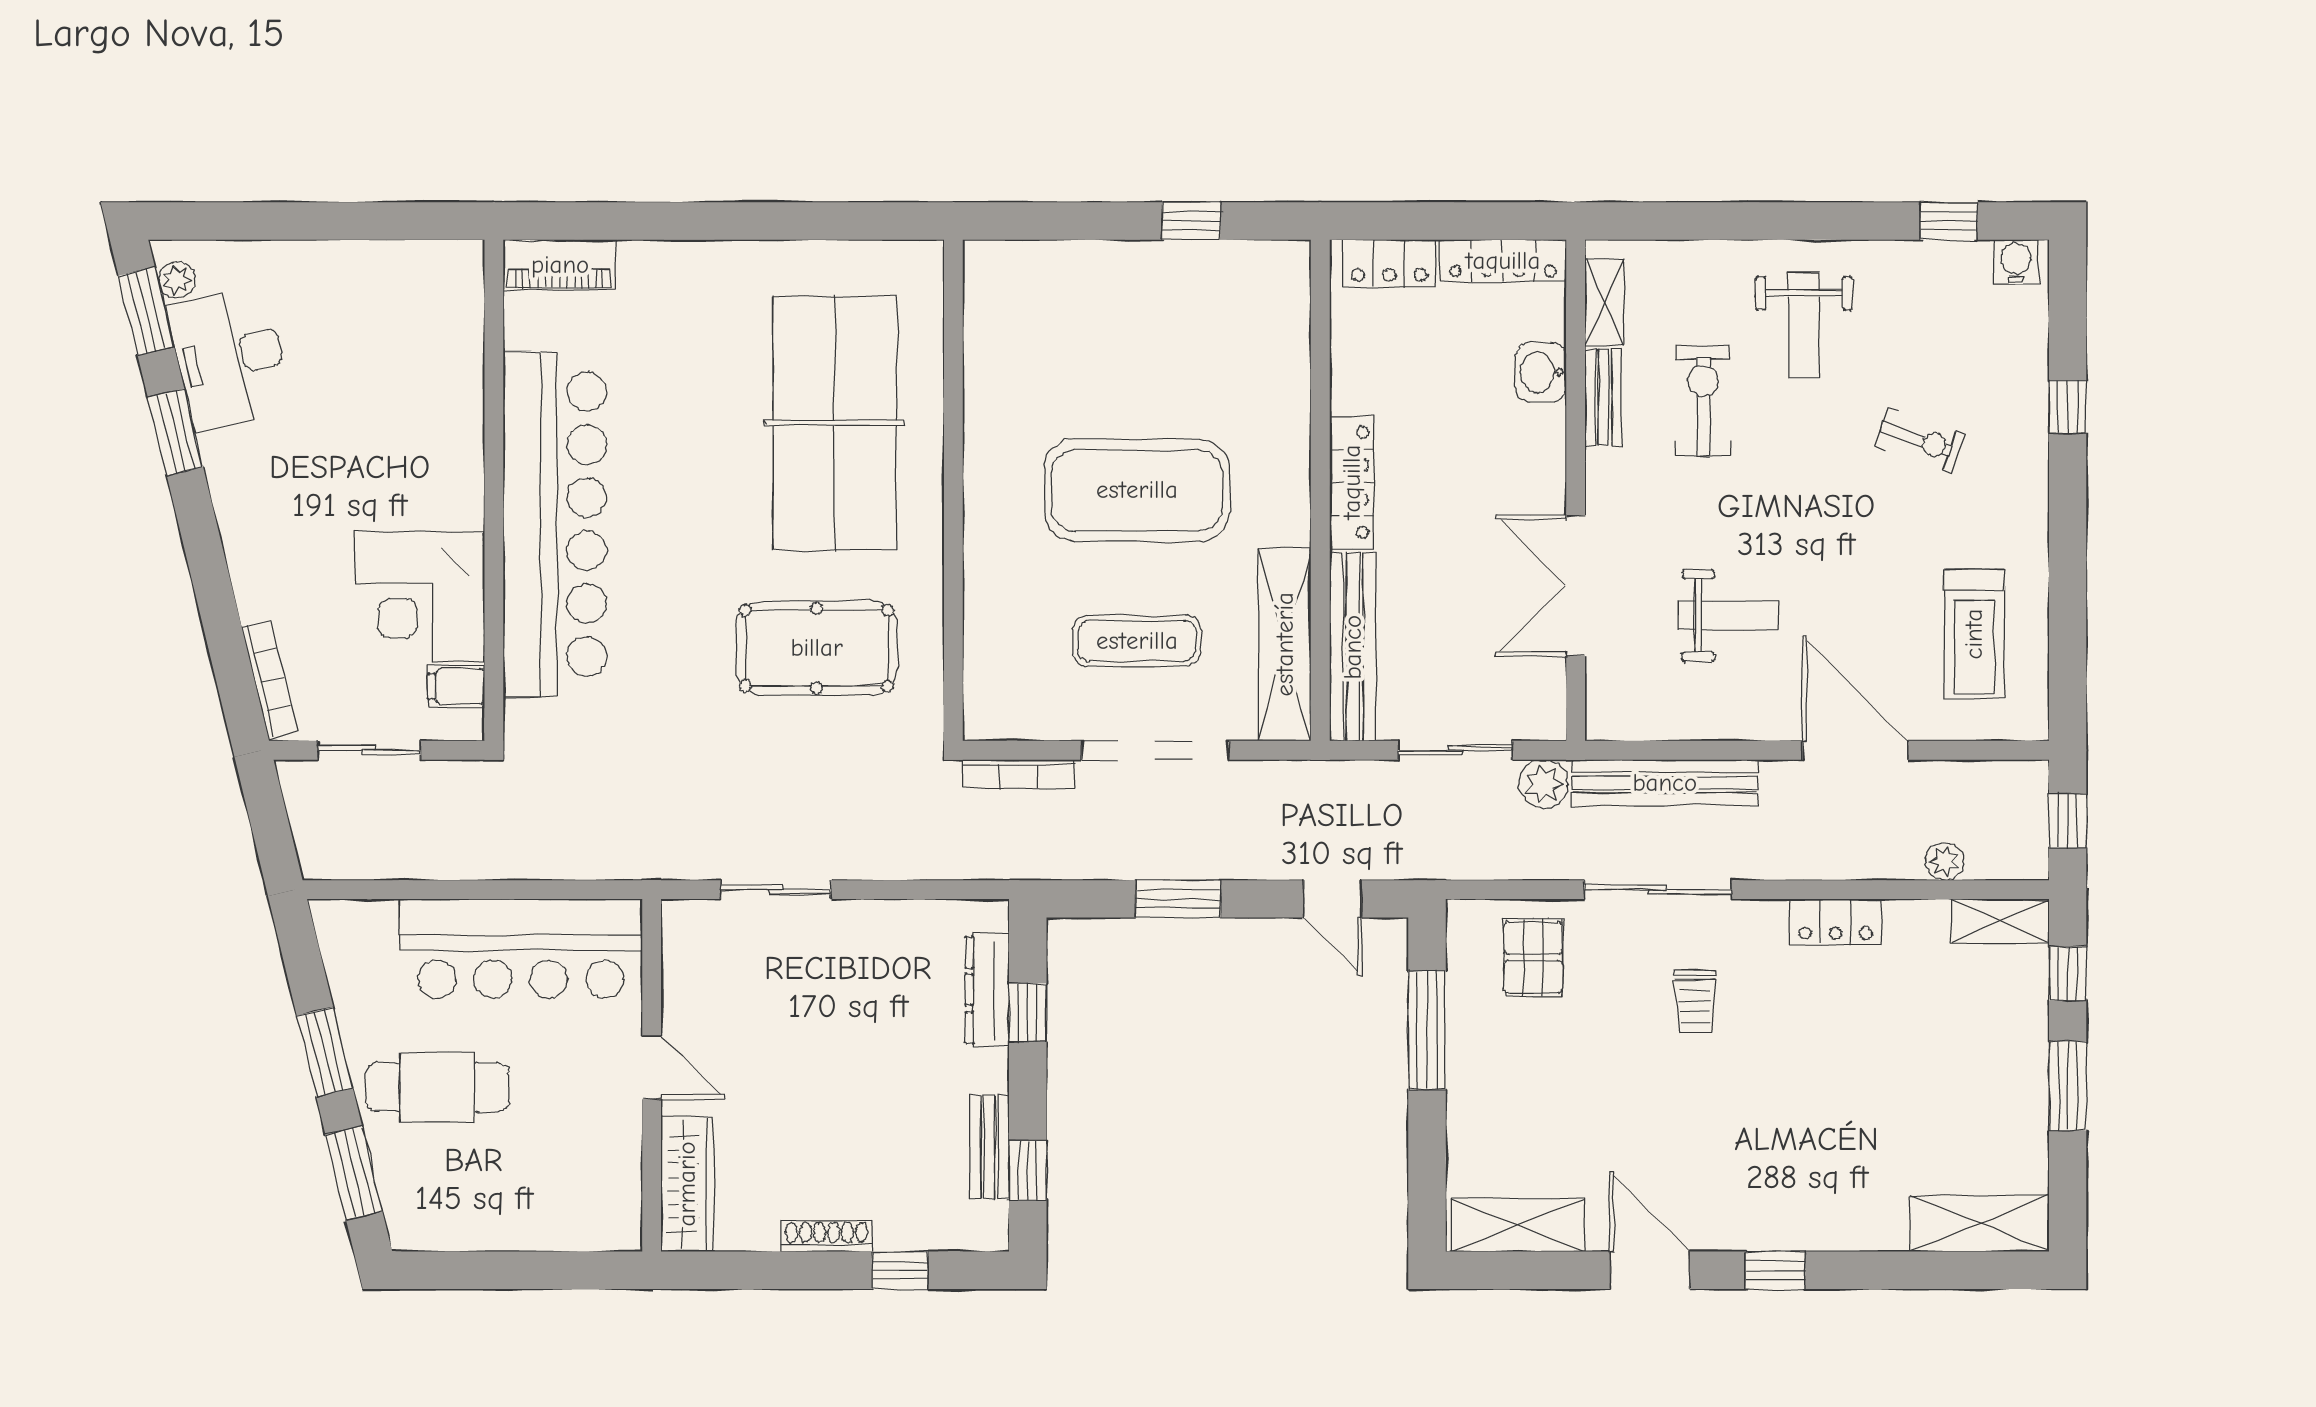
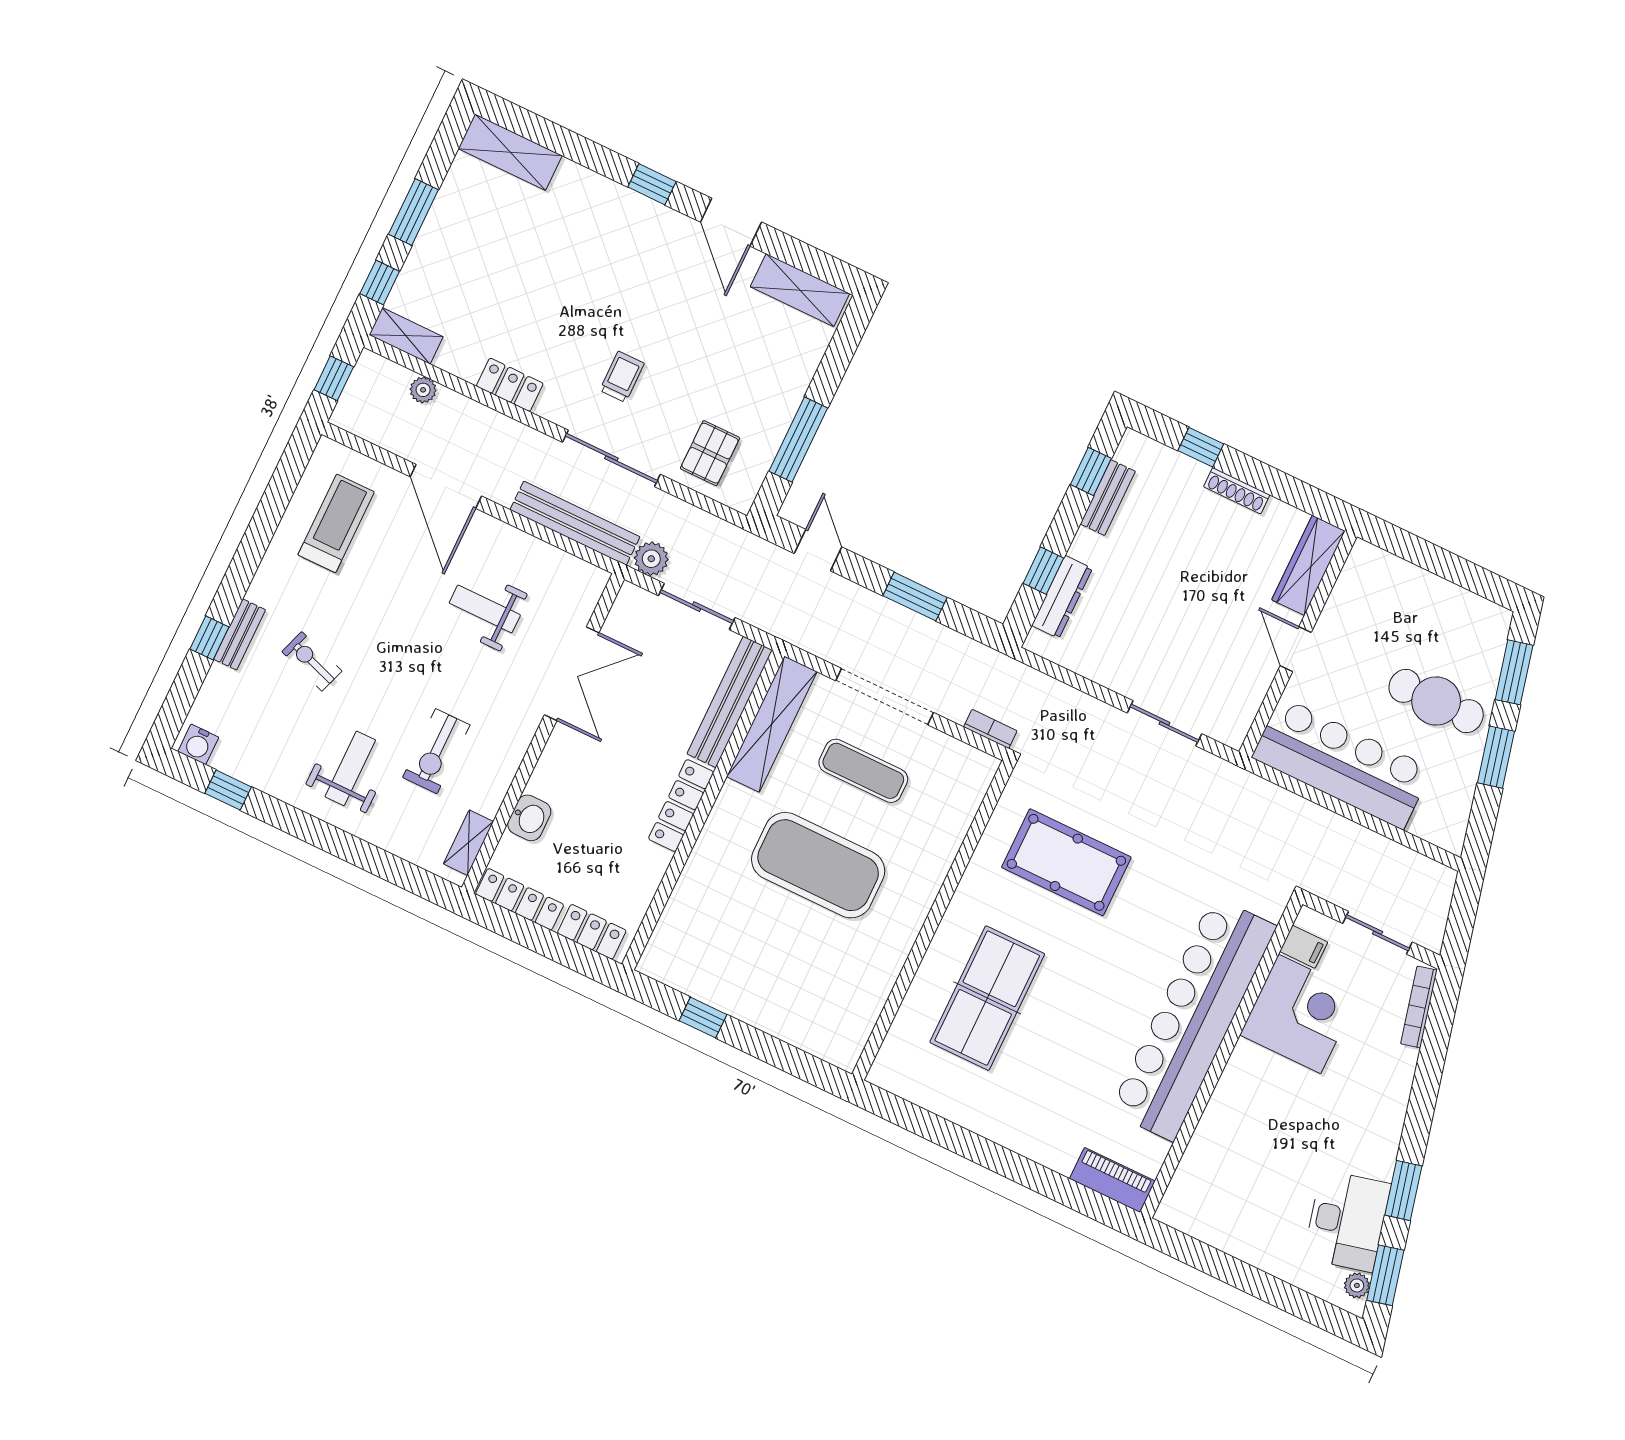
bench: (1603, 398) -> (240, 634), moved
table tennis table: (835, 423) -> (987, 998), width x0.73, depth x0.76
bookcase: (1018, 774) -> (990, 729), width x0.64

